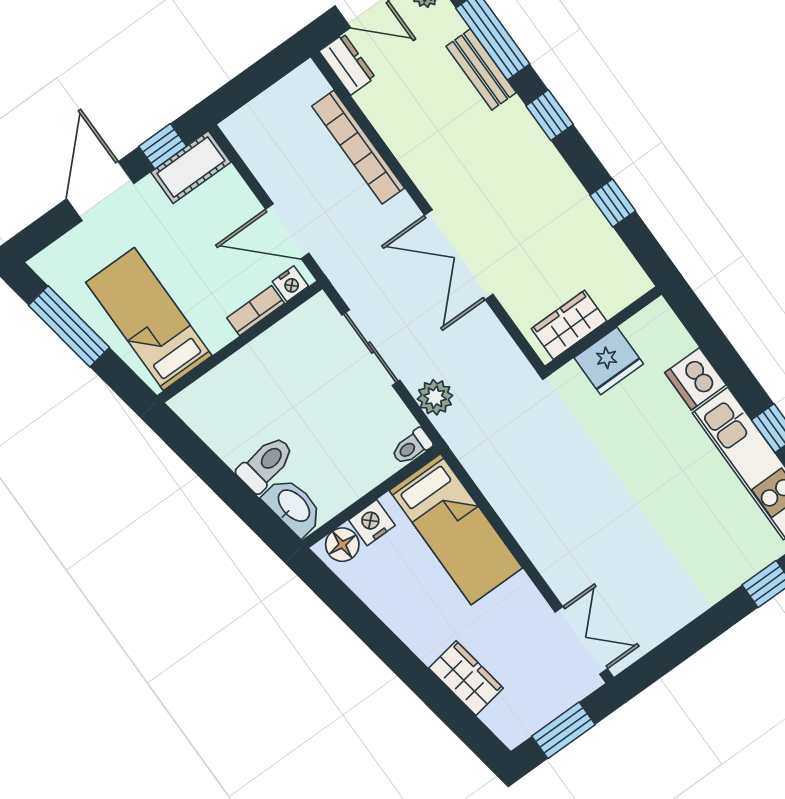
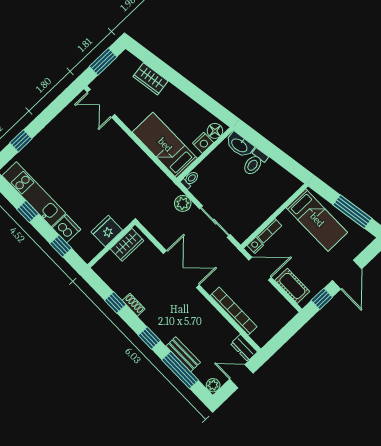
cot: (191, 167) -> (292, 286), moved, turned 90
shoe rack: (574, 192) -> (134, 305), added
window: (713, 343) -> (61, 246), added

